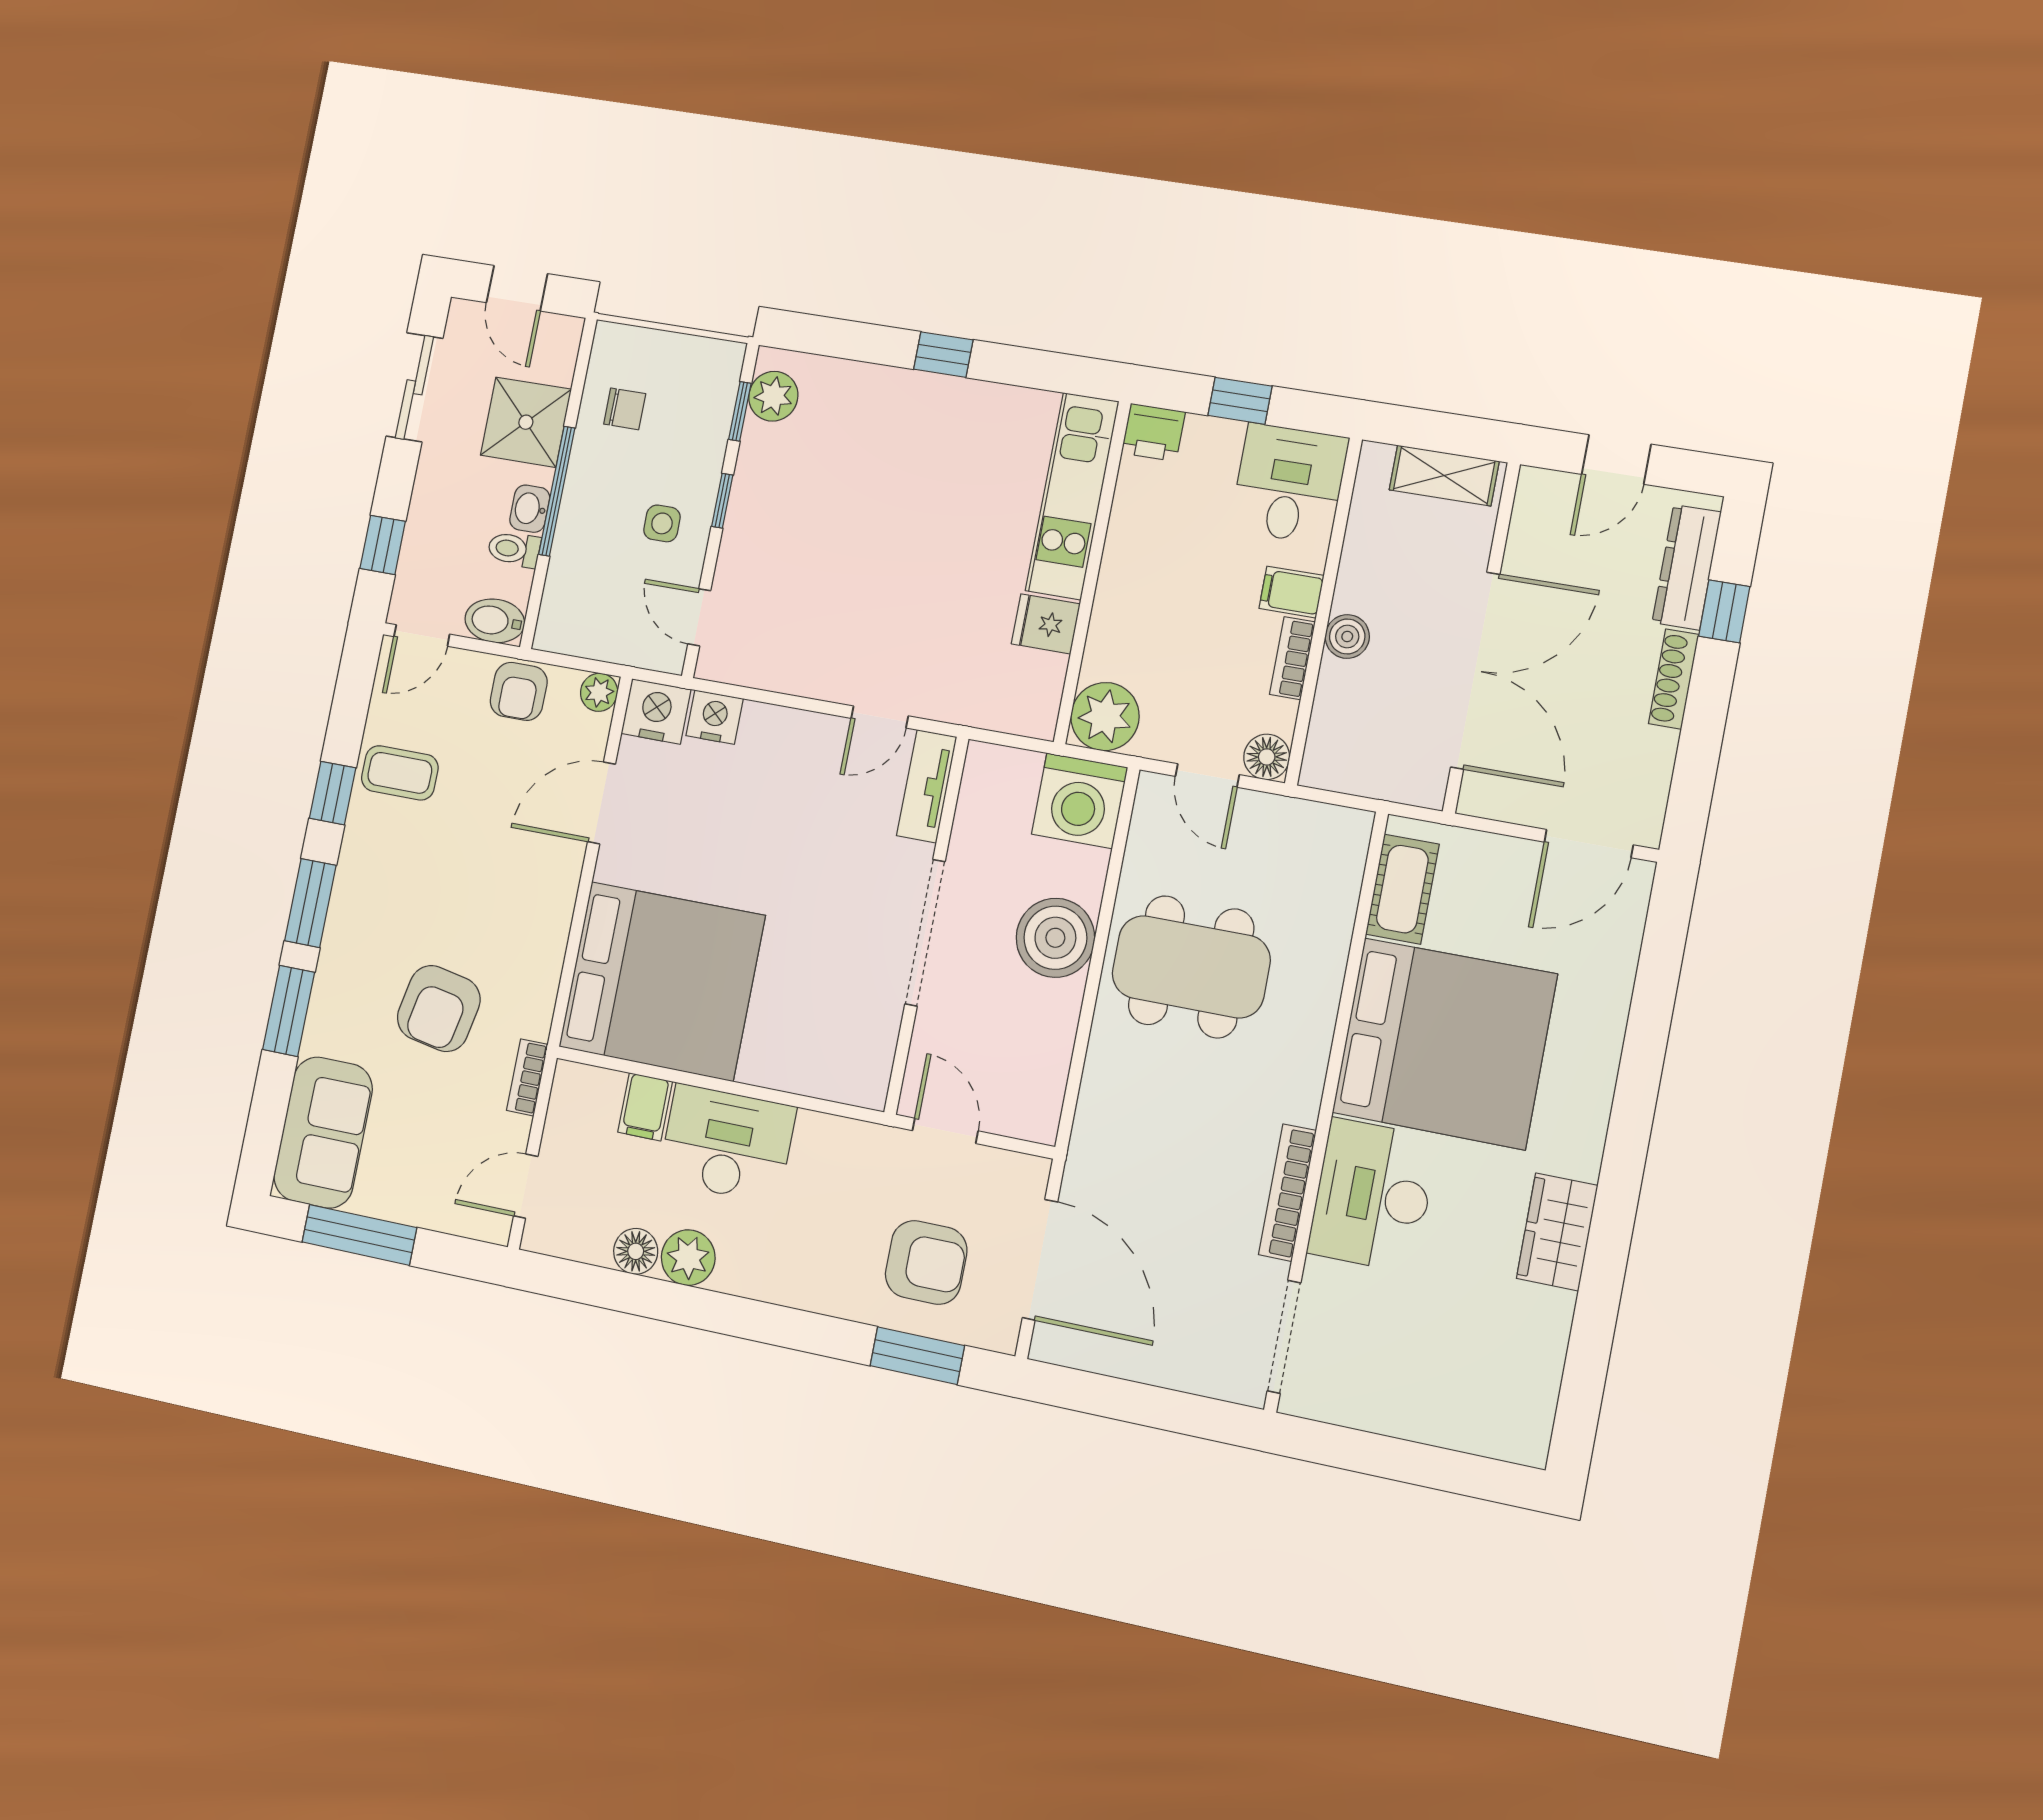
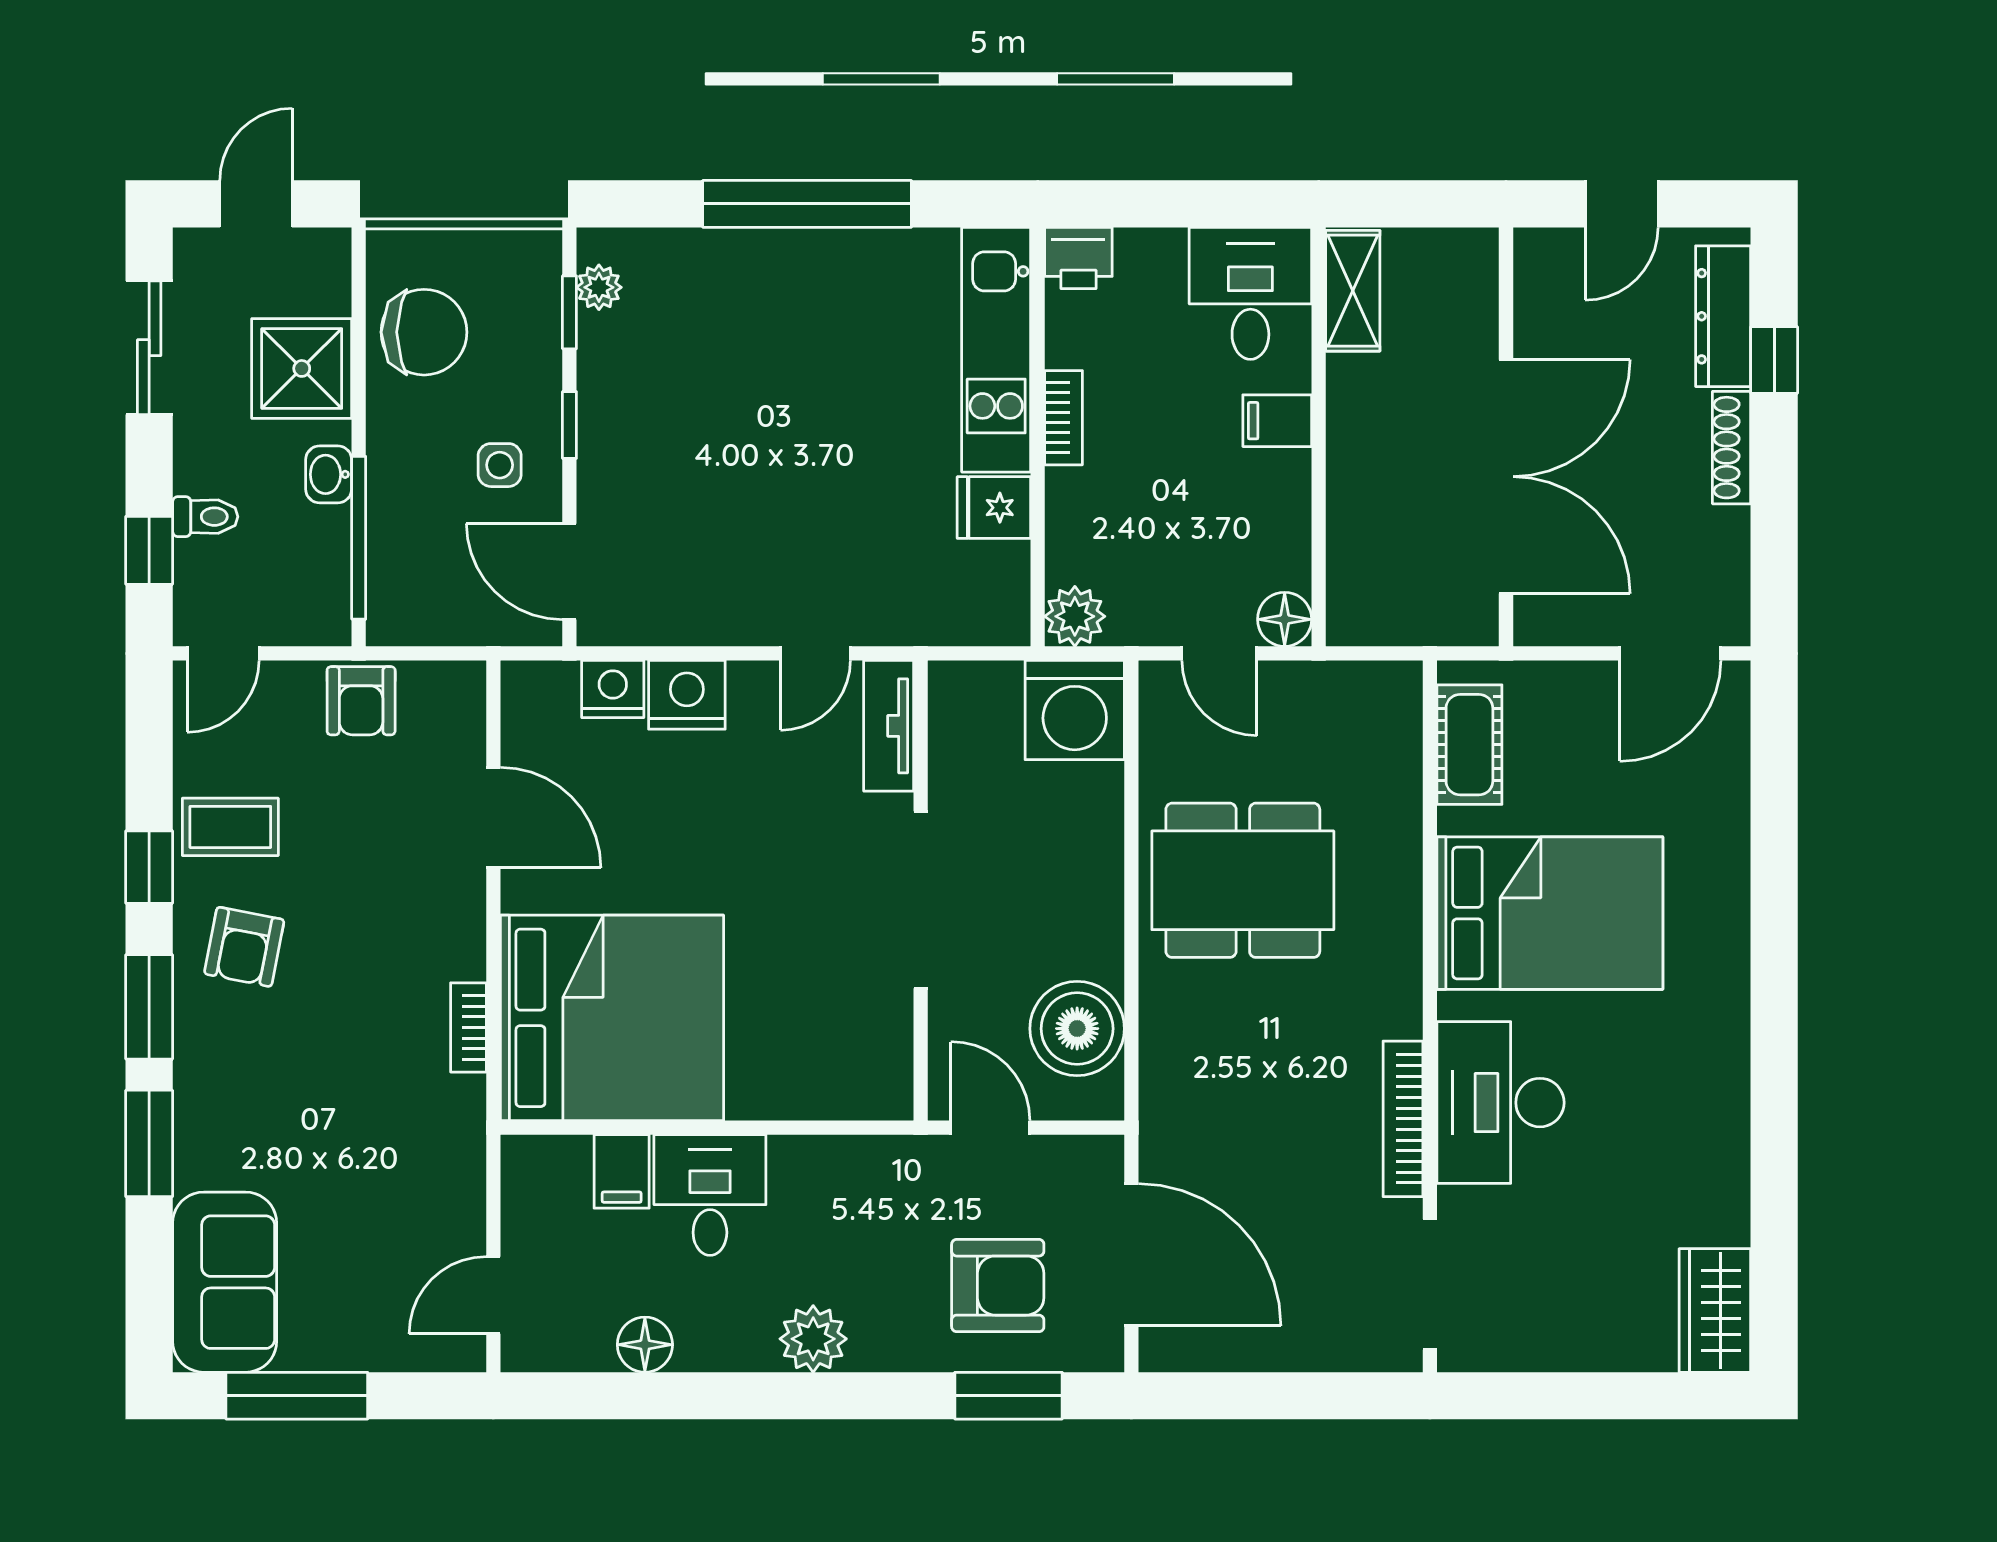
door: (517, 288) -> (256, 204), swing flipped
window: (943, 355) -> (807, 204), width x3.17
plant: (773, 396) -> (599, 287), width x0.73, depth x0.73
window: (1240, 401) -> (1174, 204), removed
chair: (625, 409) -> (424, 332), width x1.87, depth x1.87
shelving: (1444, 476) -> (1353, 291), moved, turned 90
window: (557, 491) -> (359, 538), moved
toilet: (514, 549) -> (205, 517), moved, turned 180
door: (699, 617) -> (569, 572), width x1.38
bidet: (495, 621) -> (313, 620), removed
boiler: (1347, 637) -> (1352, 462), removed
bookcase: (1292, 658) -> (1064, 418), moved, turned 180
plant: (599, 692) -> (463, 684), removed
nightstand: (656, 711) -> (687, 695), moved
plant: (1105, 717) -> (1075, 616), width x0.73, depth x0.73
door: (602, 803) -> (493, 818), swing flipped
boiler: (1055, 938) -> (1077, 1029), moved
armchair: (439, 1009) -> (244, 947), moved, width x0.72, depth x0.72
bed: (1444, 1044) -> (1550, 913), width x0.73
bookcase: (527, 1077) -> (468, 1027), moved
desk: (727, 1144) -> (710, 1195), width x0.73
wardrobe: (1557, 1232) -> (1715, 1310), moved
plant: (688, 1258) -> (813, 1339), moved

